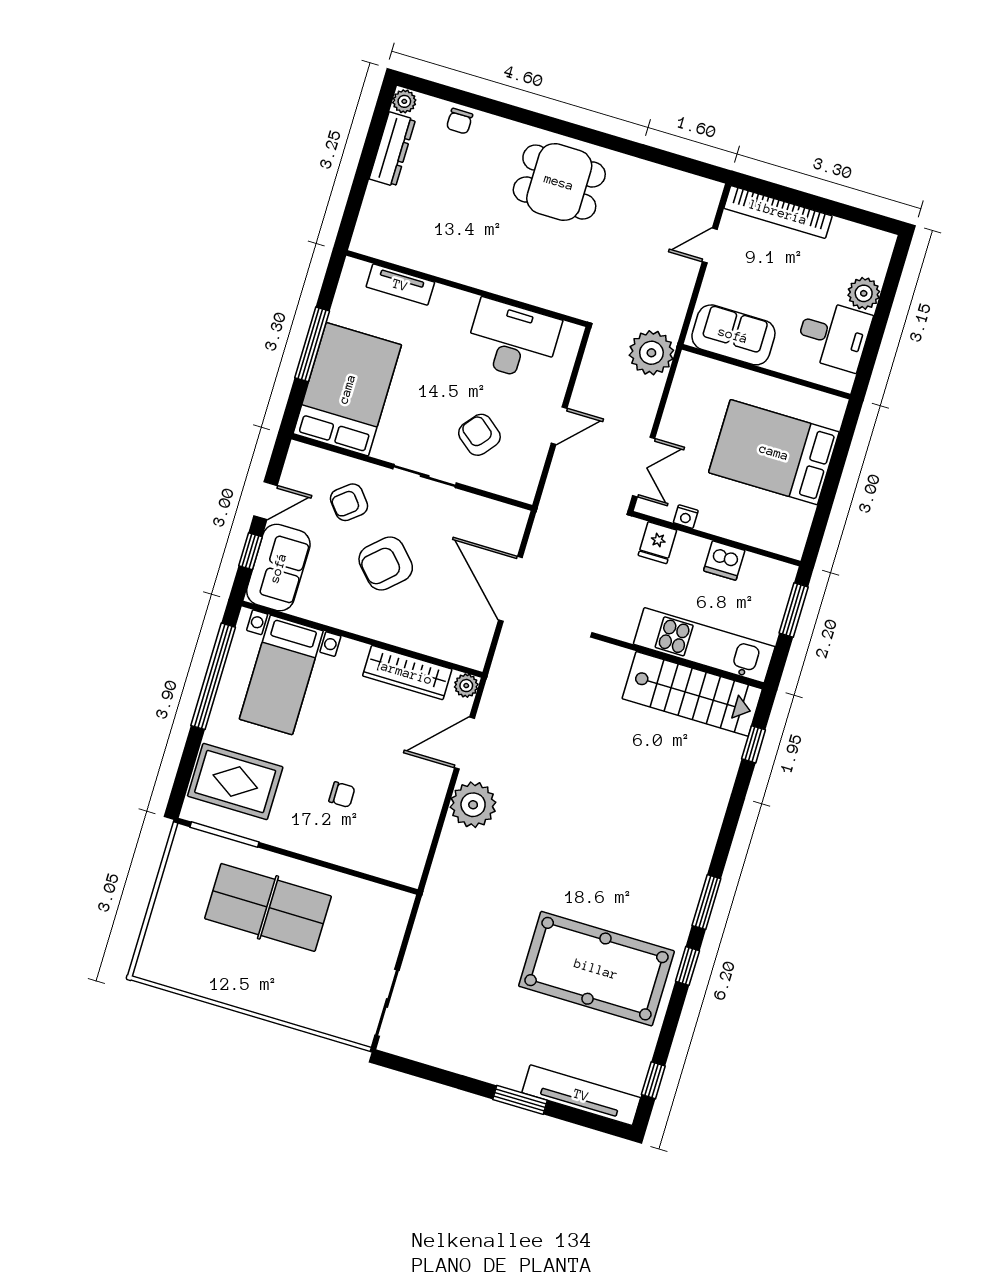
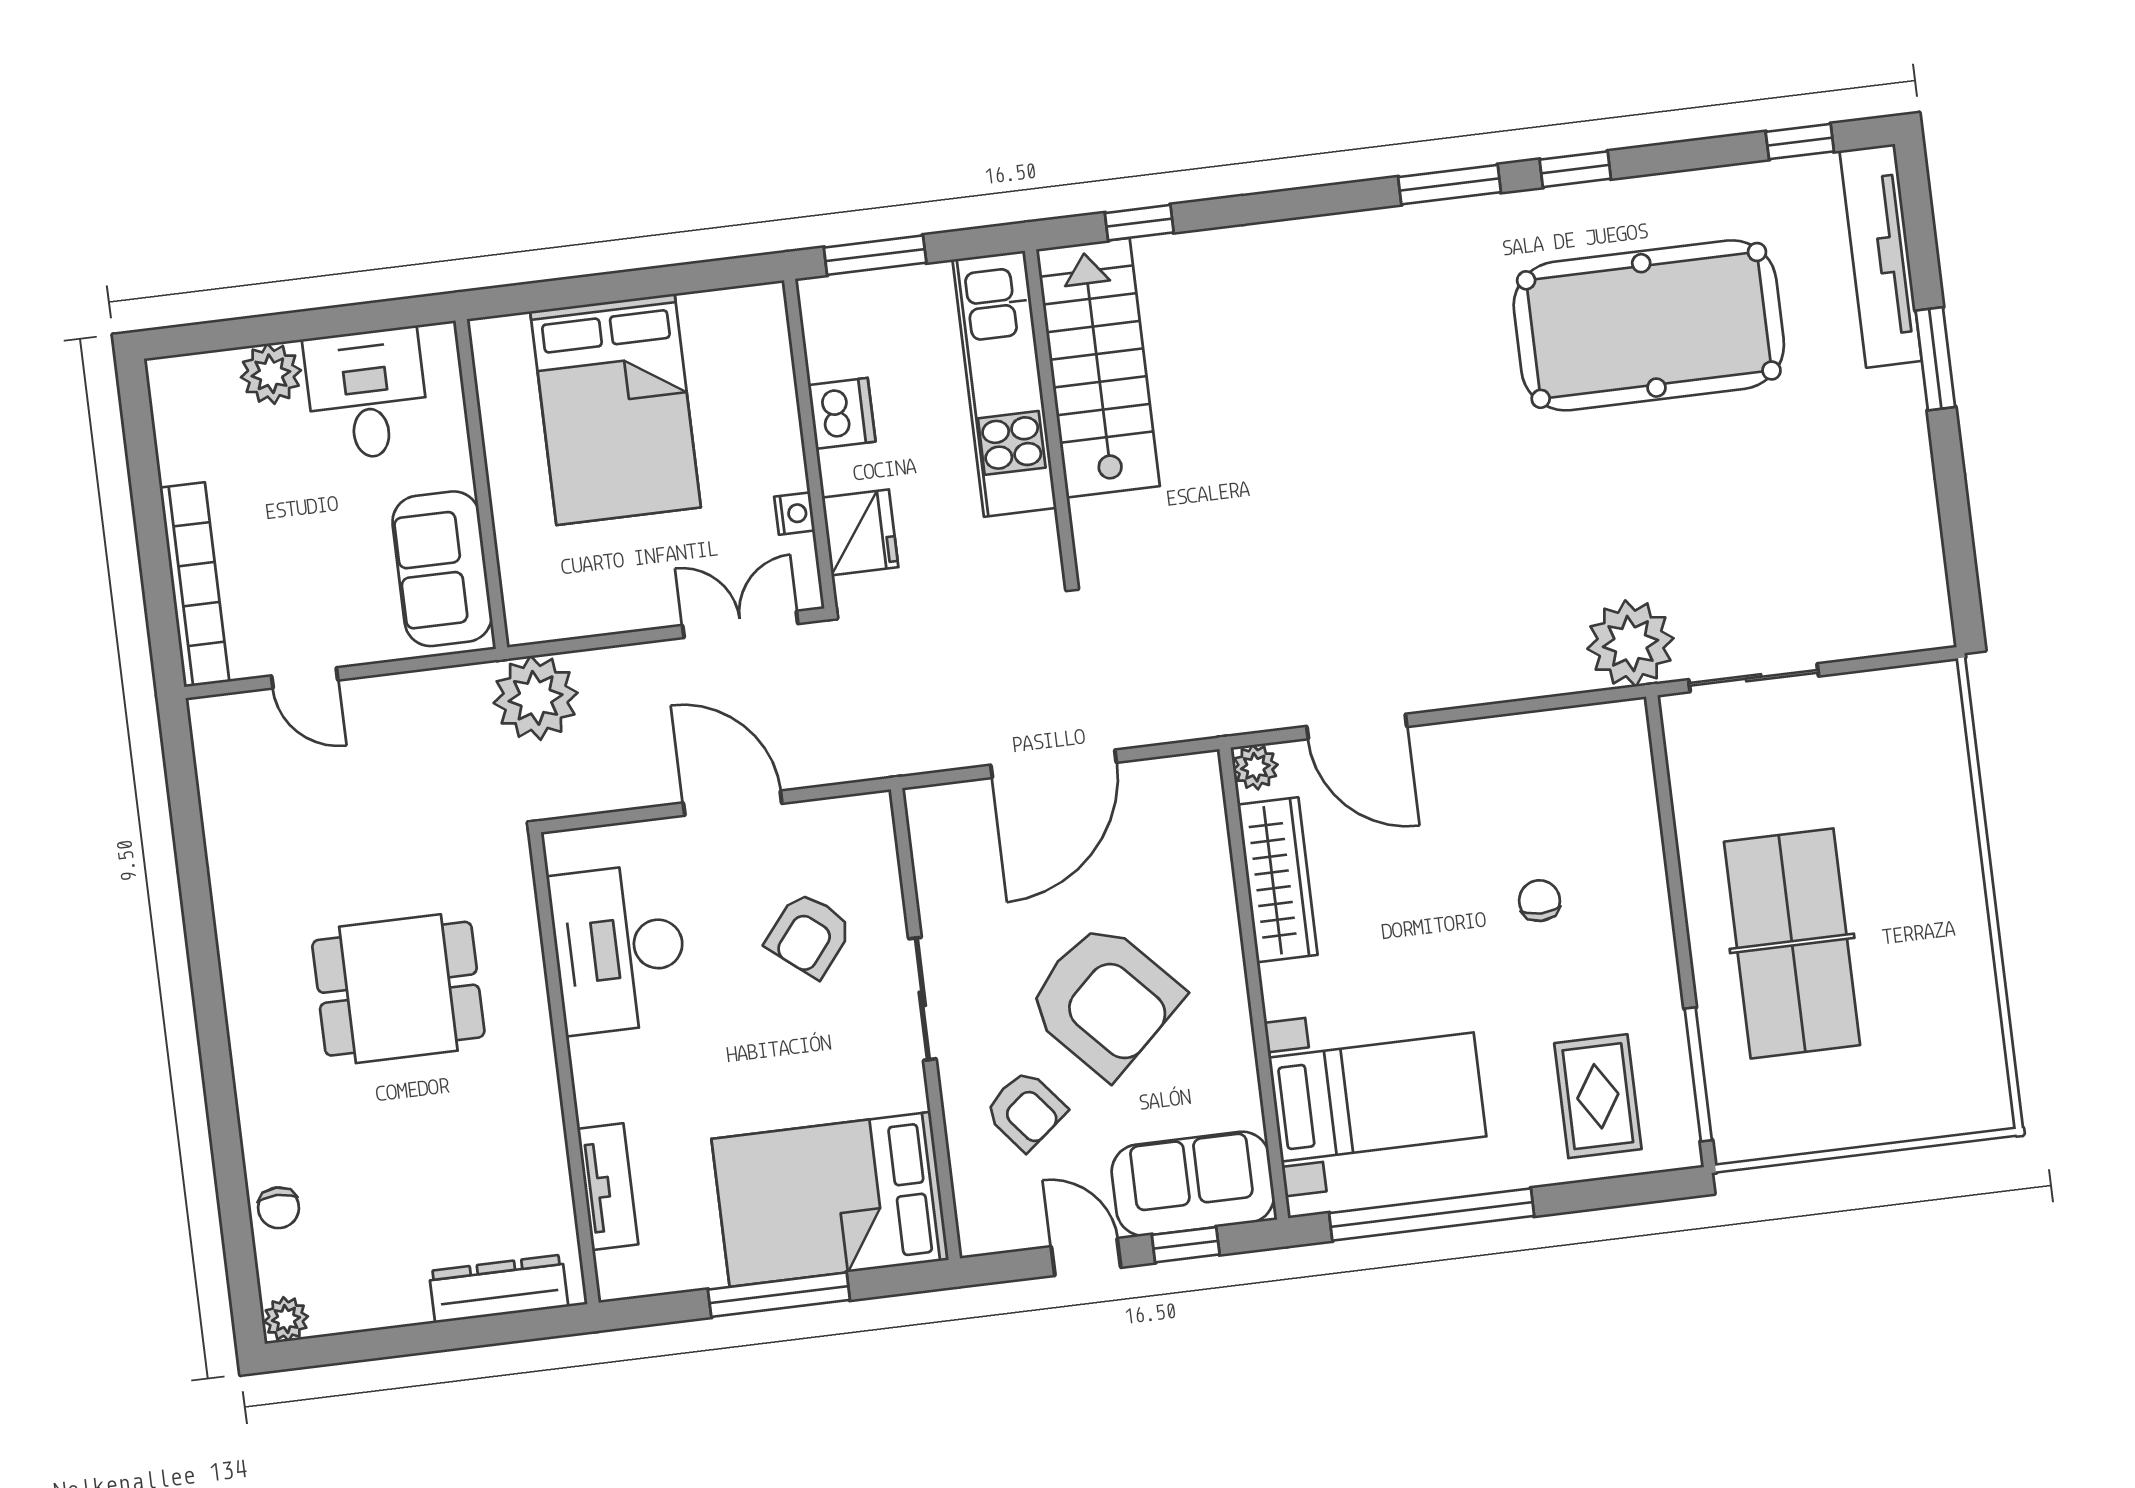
chair: (460, 121) -> (279, 1208), turned 90
dresser: (392, 149) -> (499, 1289), moved
dining table: (559, 182) -> (398, 989), moved, turned 90
door: (559, 426) -> (733, 803), width x1.38
fridge: (657, 543) -> (860, 532), width x1.38
armchair: (386, 563) -> (1104, 1000), width x1.36, depth x1.36
rug: (235, 781) -> (1598, 1096), width x0.73, depth x0.70
plant: (473, 805) -> (1630, 643), moved
pool table: (596, 969) -> (1649, 325), turned 90
sliding door: (387, 1003) -> (1754, 678), moved

